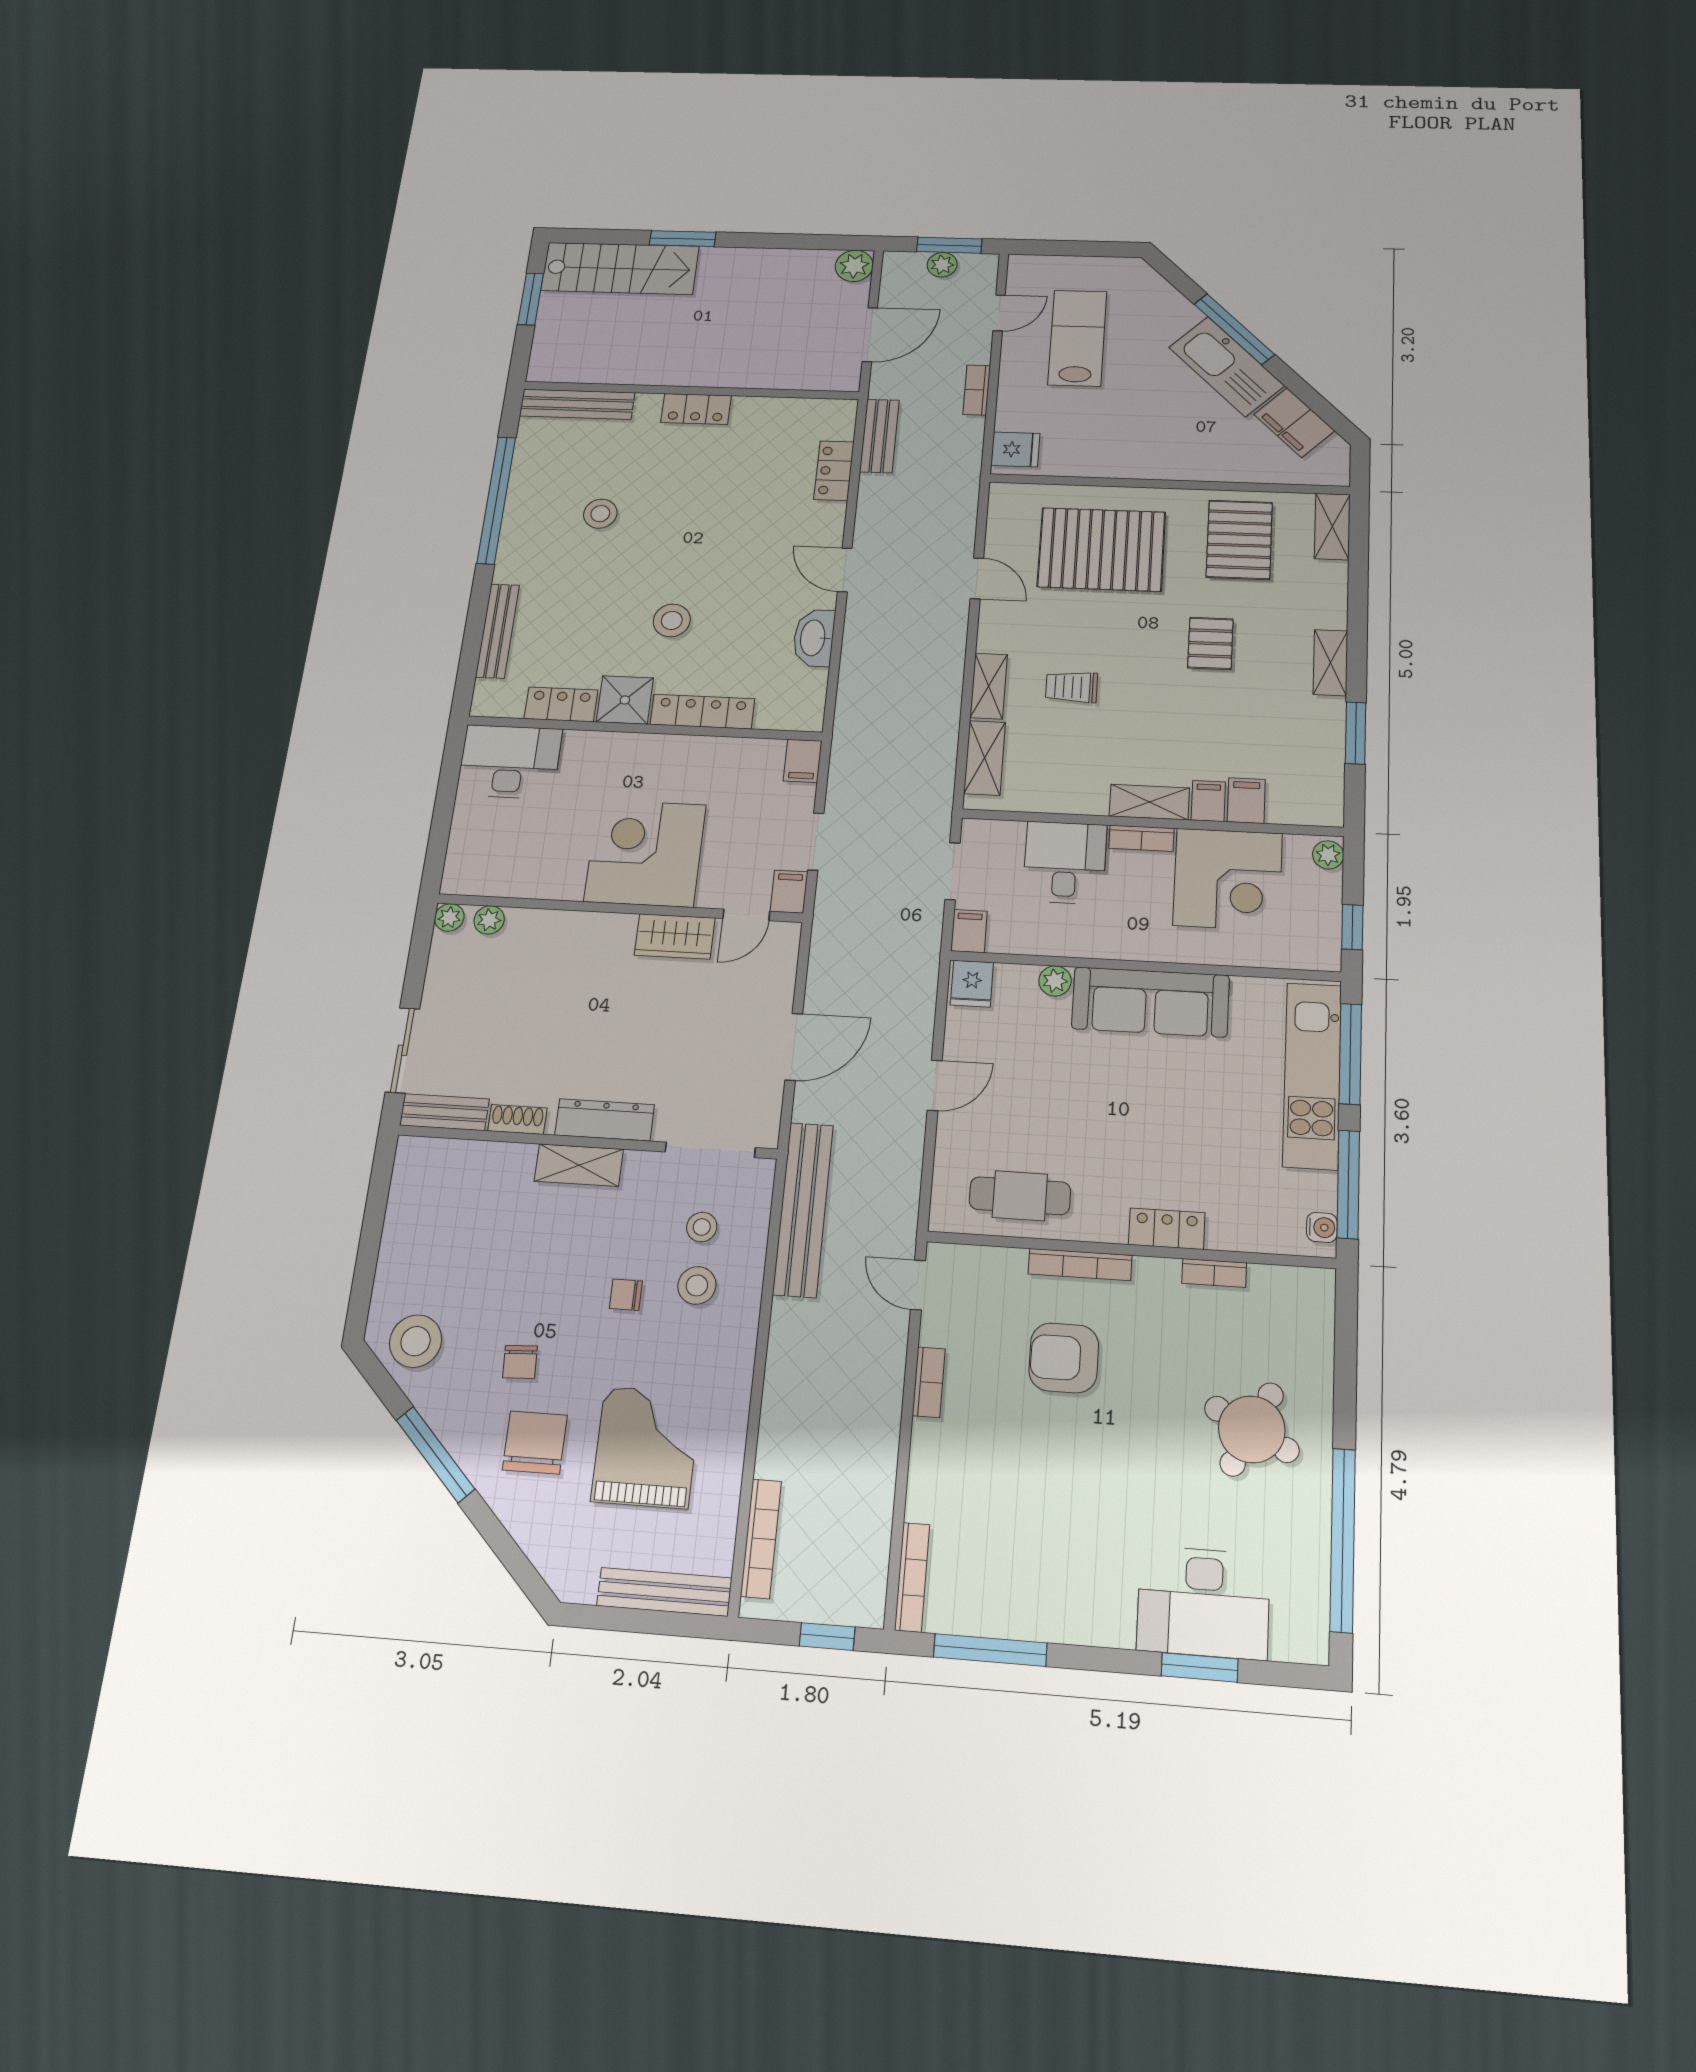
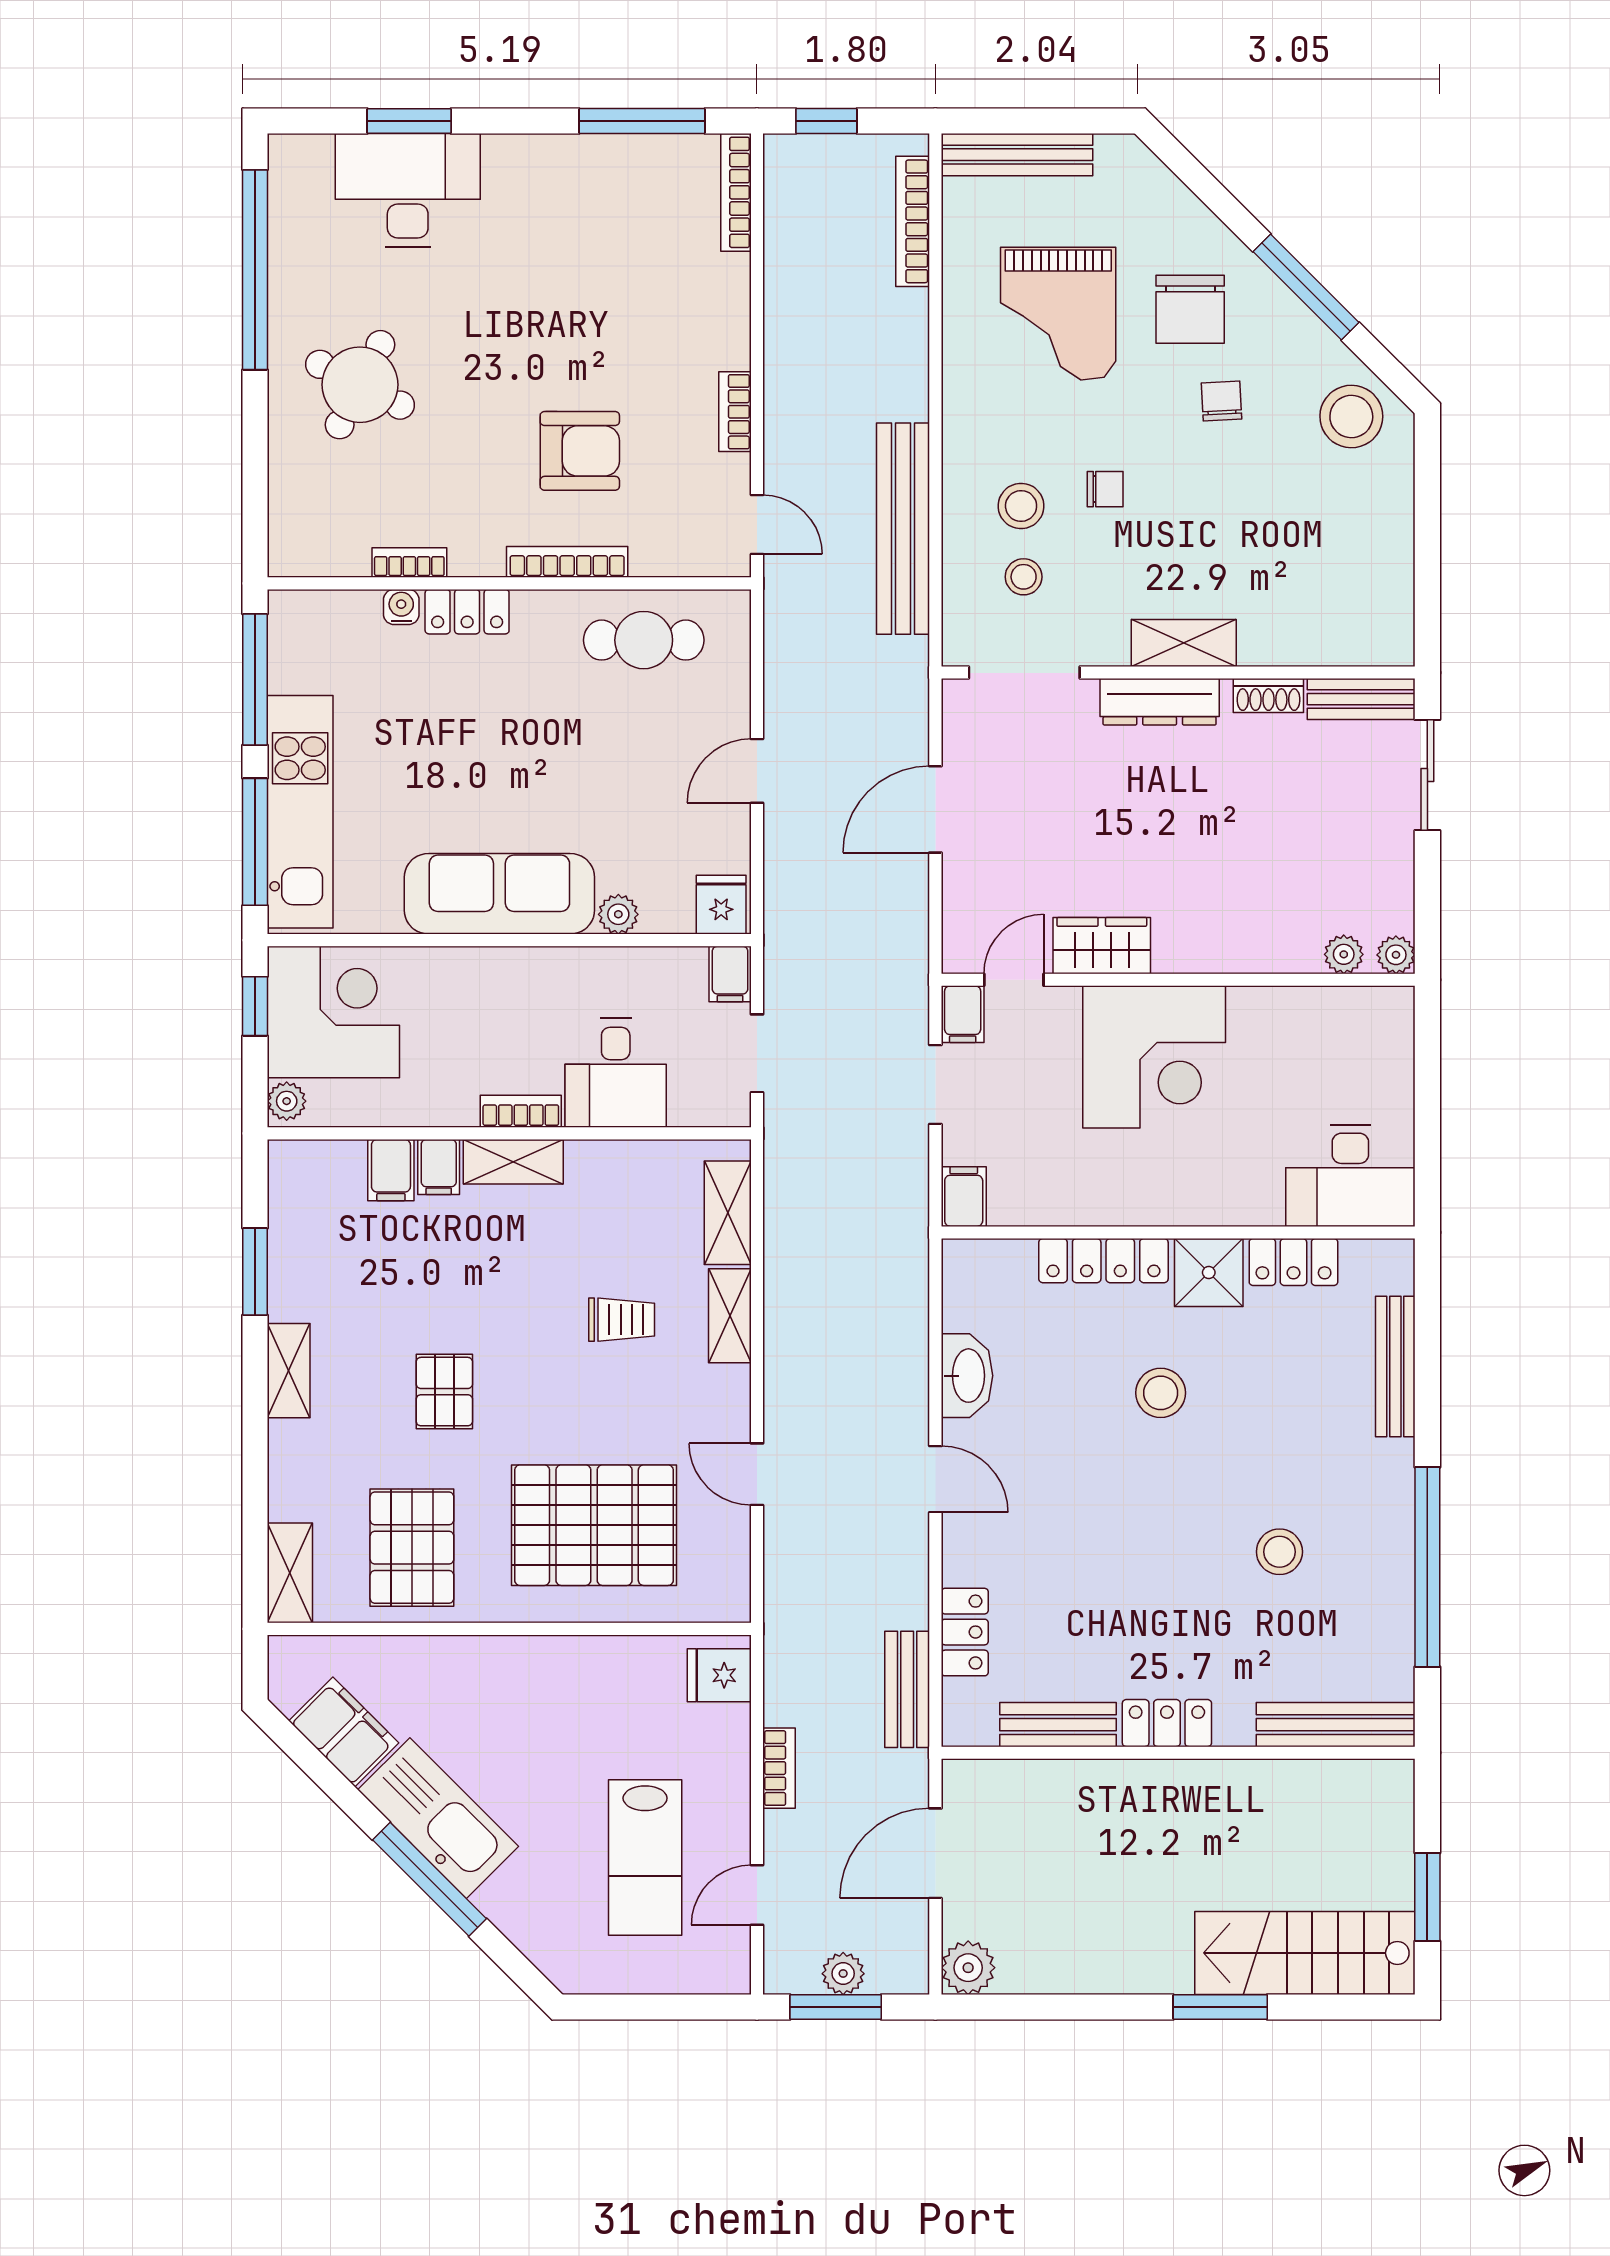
bench: (774, 411) -> (1058, 1725), added
corner desk: (1228, 879) -> (333, 1012), moved, turned 90
bench: (803, 1209) -> (903, 529), moved
water cooler: (1322, 1227) -> (401, 607), moved, turned 90

